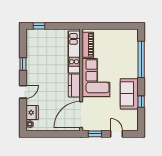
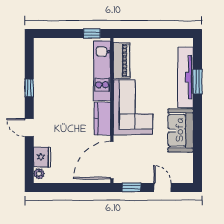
window: (39, 26) -> (92, 34), moved
tv unit: (133, 56) -> (185, 77), added
window: (141, 59) -> (198, 81), width x0.47
door: (23, 92) -> (29, 128), swing flipped
window: (141, 102) -> (198, 141), removed

